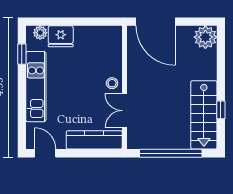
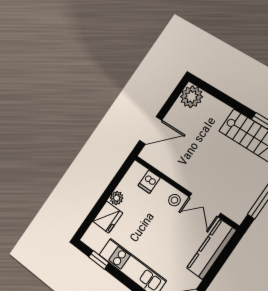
door: (156, 22) -> (151, 130), width x0.73
plant: (40, 33) -> (117, 198), moved
dishwasher: (113, 51) -> (149, 182), added

